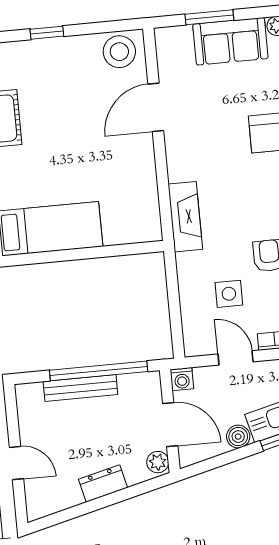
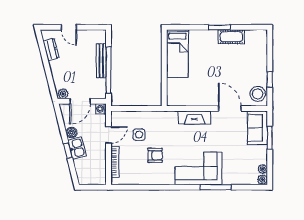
window: (47, 33) -> (270, 79), moved
sofa: (230, 41) -> (258, 128), moved
fireplace: (185, 217) -> (194, 118), moved
door: (16, 463) -> (69, 27), hinge flipped
dresser: (103, 483) -> (51, 49), moved

